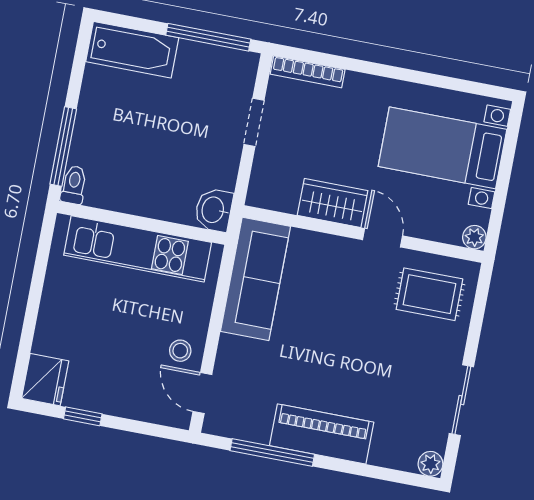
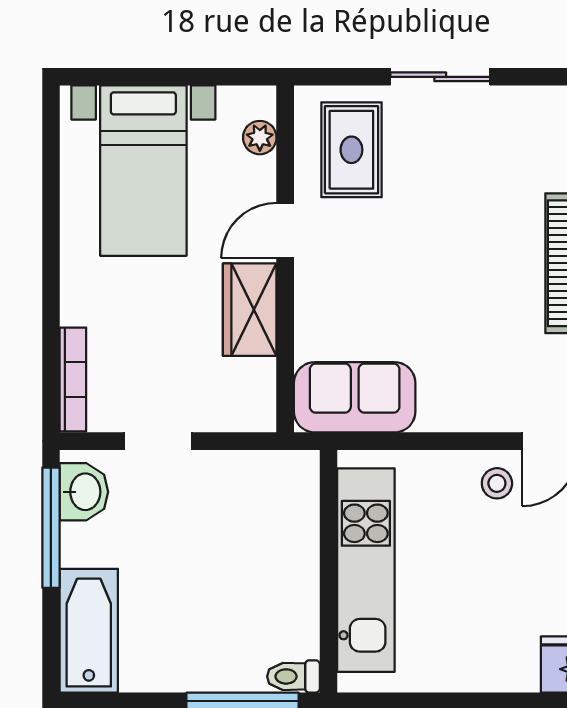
washbasin: (214, 210) -> (84, 492), moved, turned -90
plant: (474, 237) -> (260, 138), moved
sofa: (255, 279) -> (355, 397), width x0.73
sliding door: (461, 400) -> (440, 77), moved

